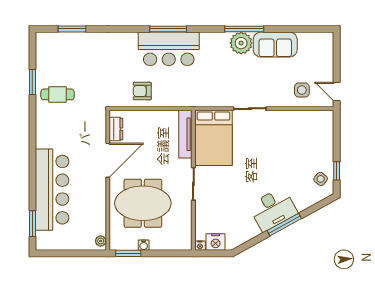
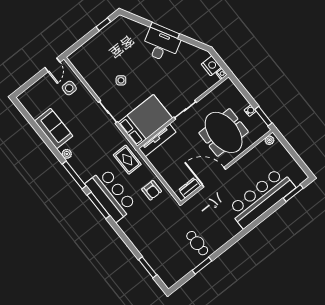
window: (244, 29) -> (74, 175), moved
plant: (241, 43) -> (67, 154), width x0.53, depth x0.53
rug: (190, 91) -> (127, 160), added
side table: (321, 179) -> (121, 80), moved

